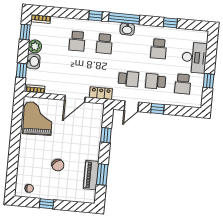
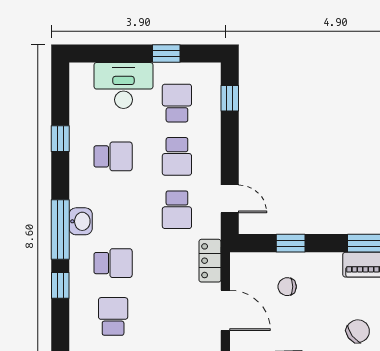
school desk: (77, 41) -> (113, 316), turned -90
school desk: (128, 79) -> (177, 210), turned 180
school desk: (183, 84) -> (177, 103), turned -90
window: (157, 109) -> (230, 98), moved
chair: (84, 131) -> (287, 287), added

